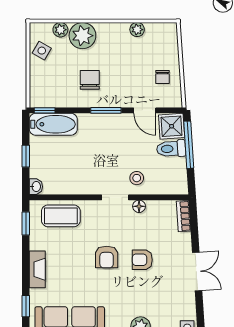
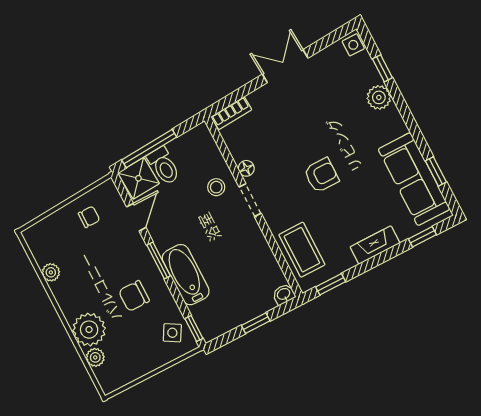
side table: (42, 51) -> (172, 333), moved
bathtub: (53, 124) -> (186, 275), moved
armchair: (142, 260) -> (304, 134), removed

